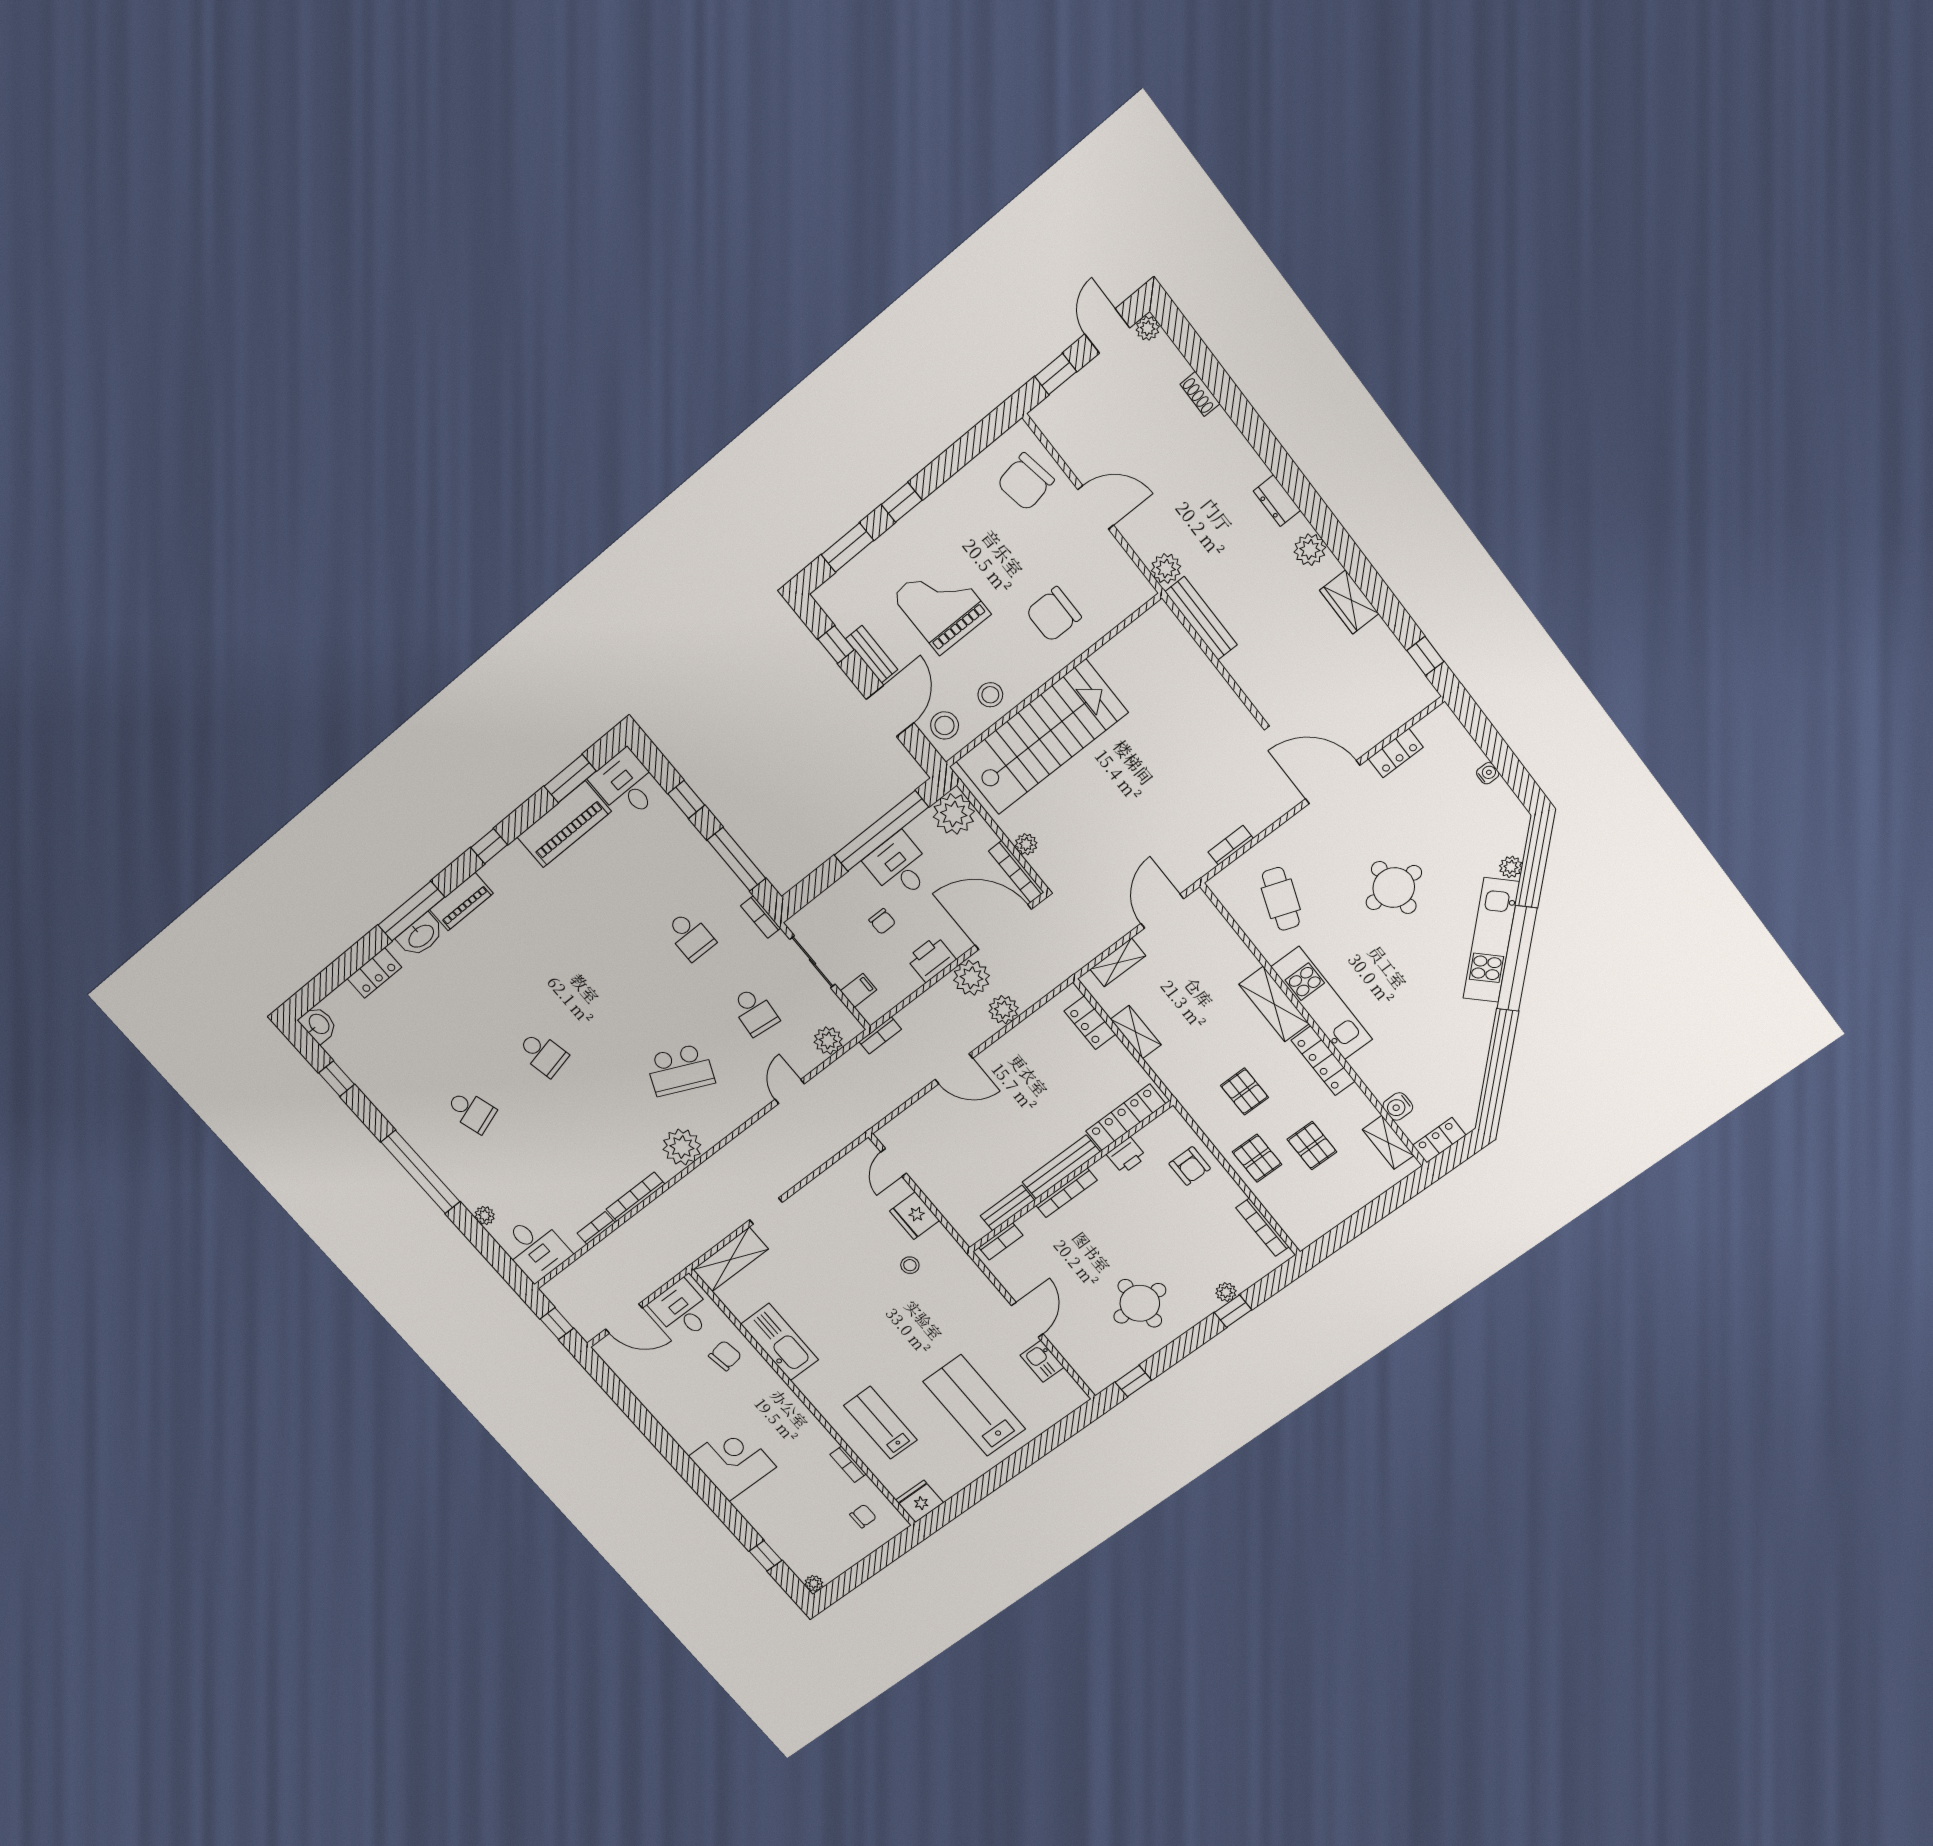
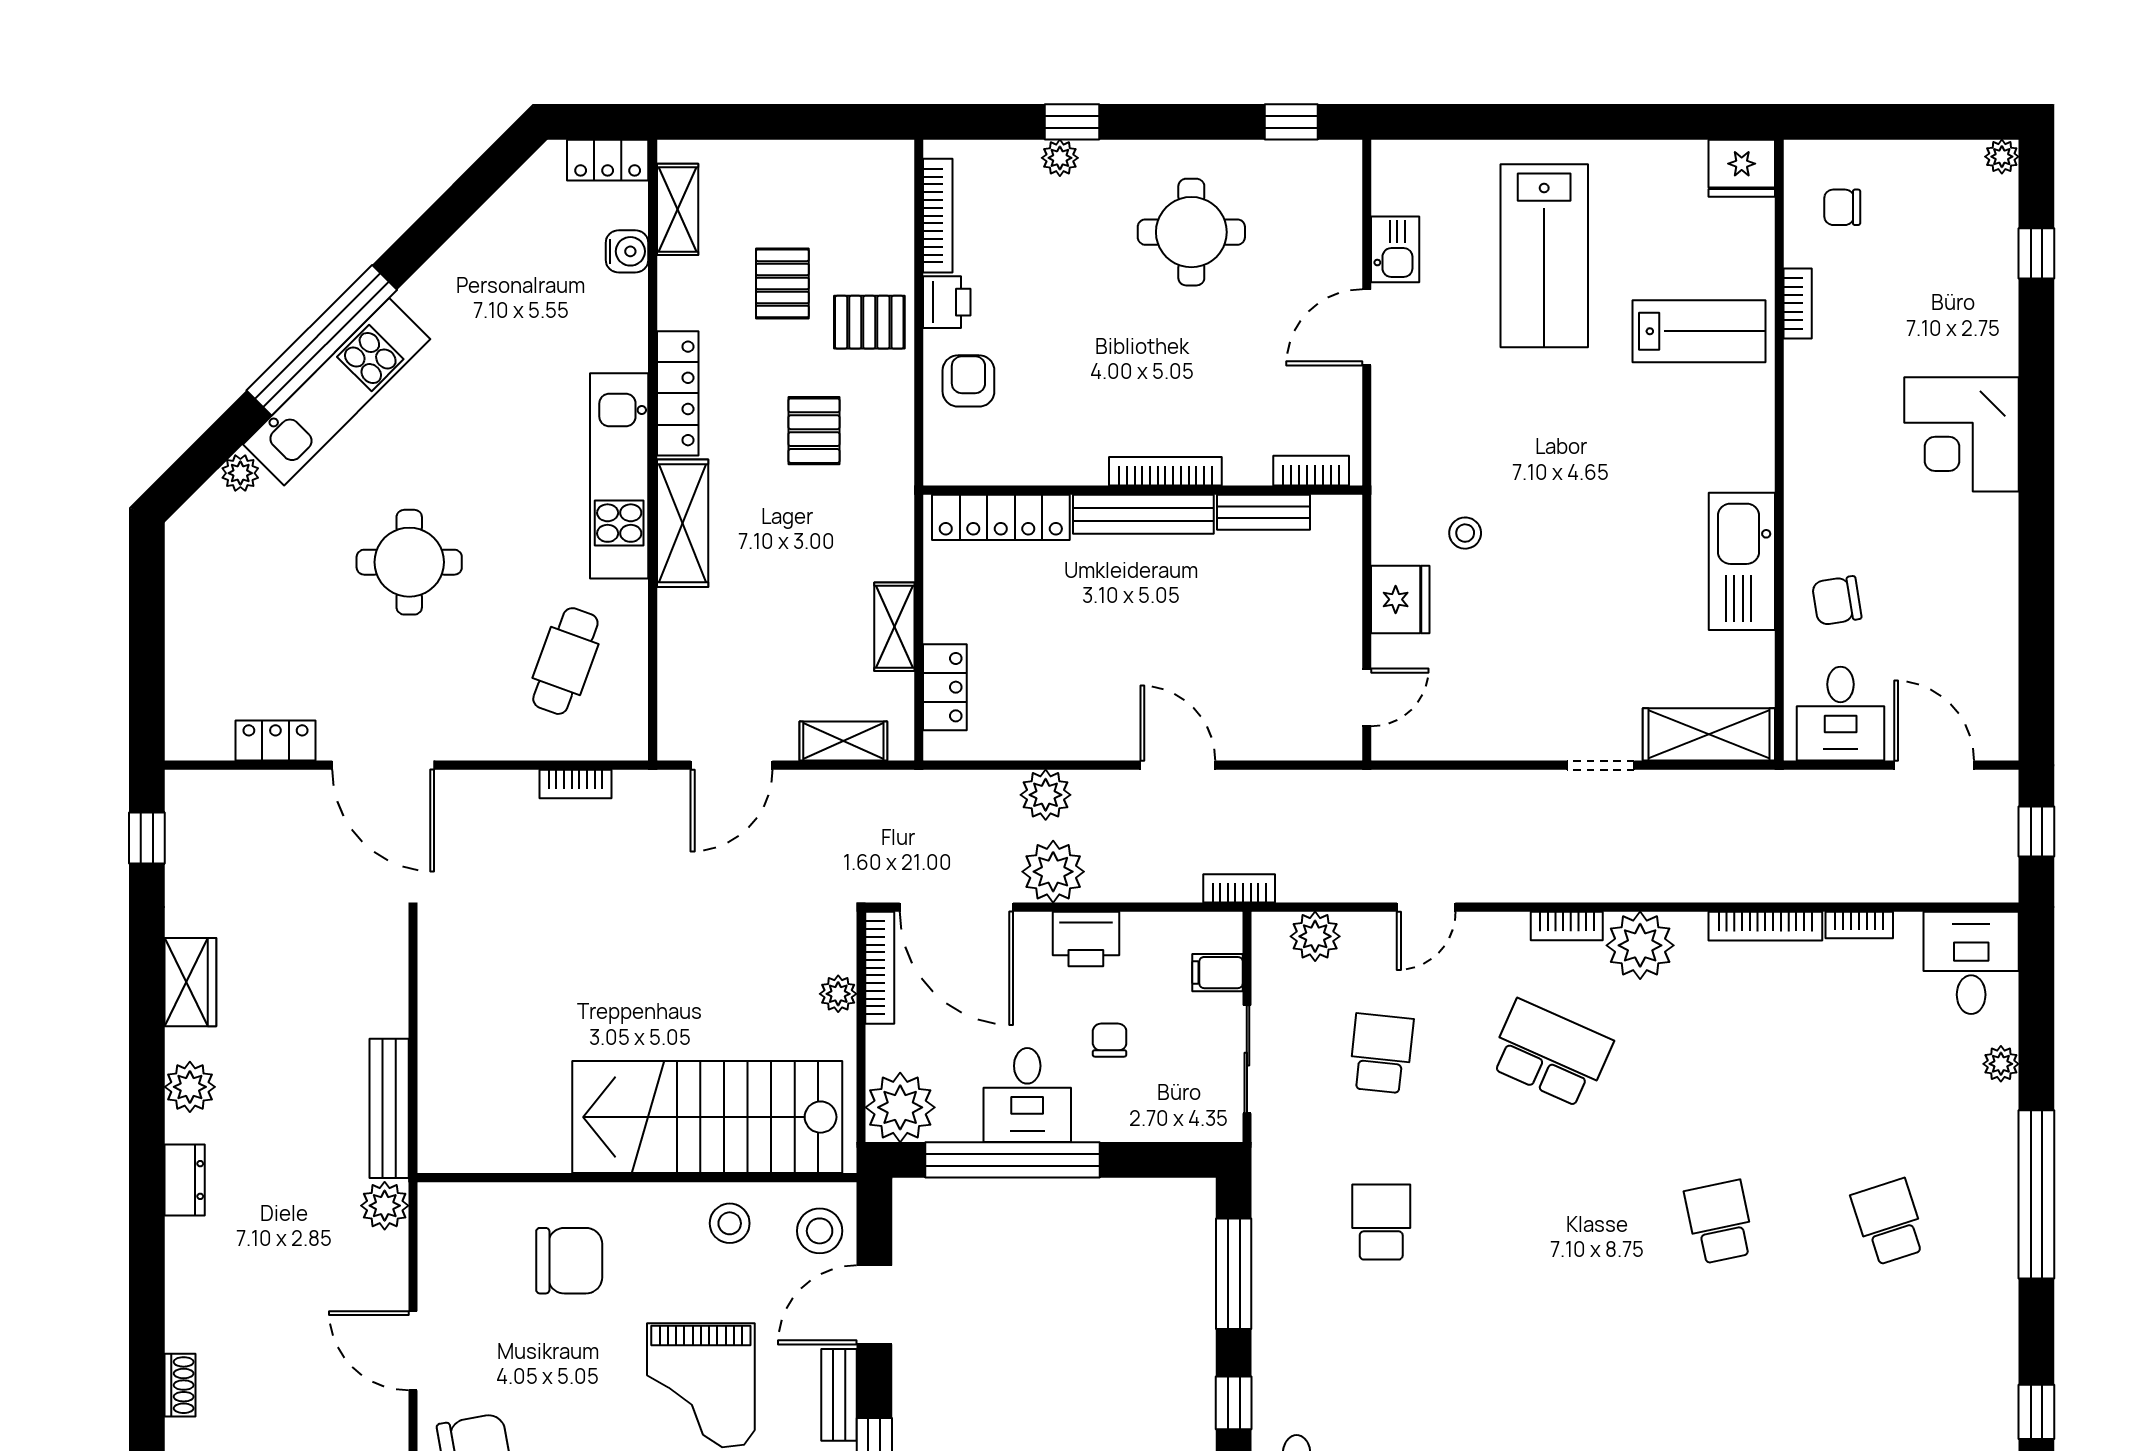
water cooler: (1488, 773) -> (180, 622), removed
bookcase: (761, 917) -> (1567, 926), moved, turned 90
printer: (1126, 1156) -> (947, 302), moved, turned 90
pallet: (1257, 1158) -> (869, 322), turned 90
lab bench: (880, 1423) -> (1699, 331), turned -90

